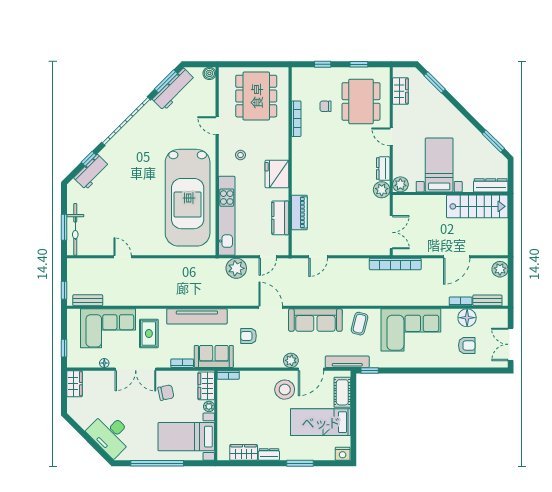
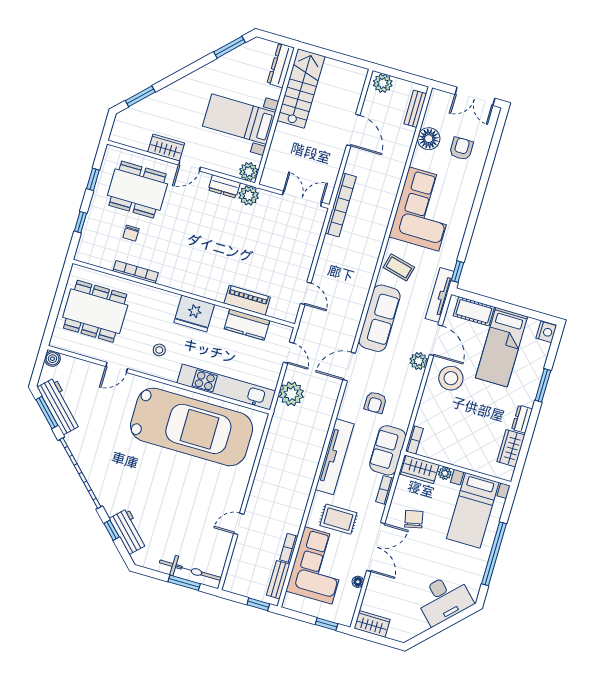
wardrobe: (400, 91) -> (166, 147), moved
bookcase: (461, 301) -> (289, 548), moved

